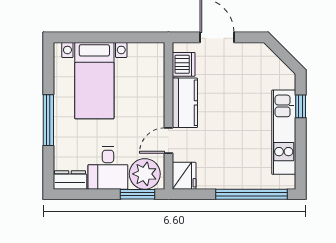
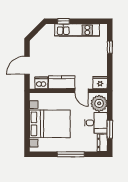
bed with nightstands: (94, 81) -> (50, 124), width x1.36
window: (137, 194) -> (110, 129), moved
window: (251, 194) -> (110, 47), width x0.32

